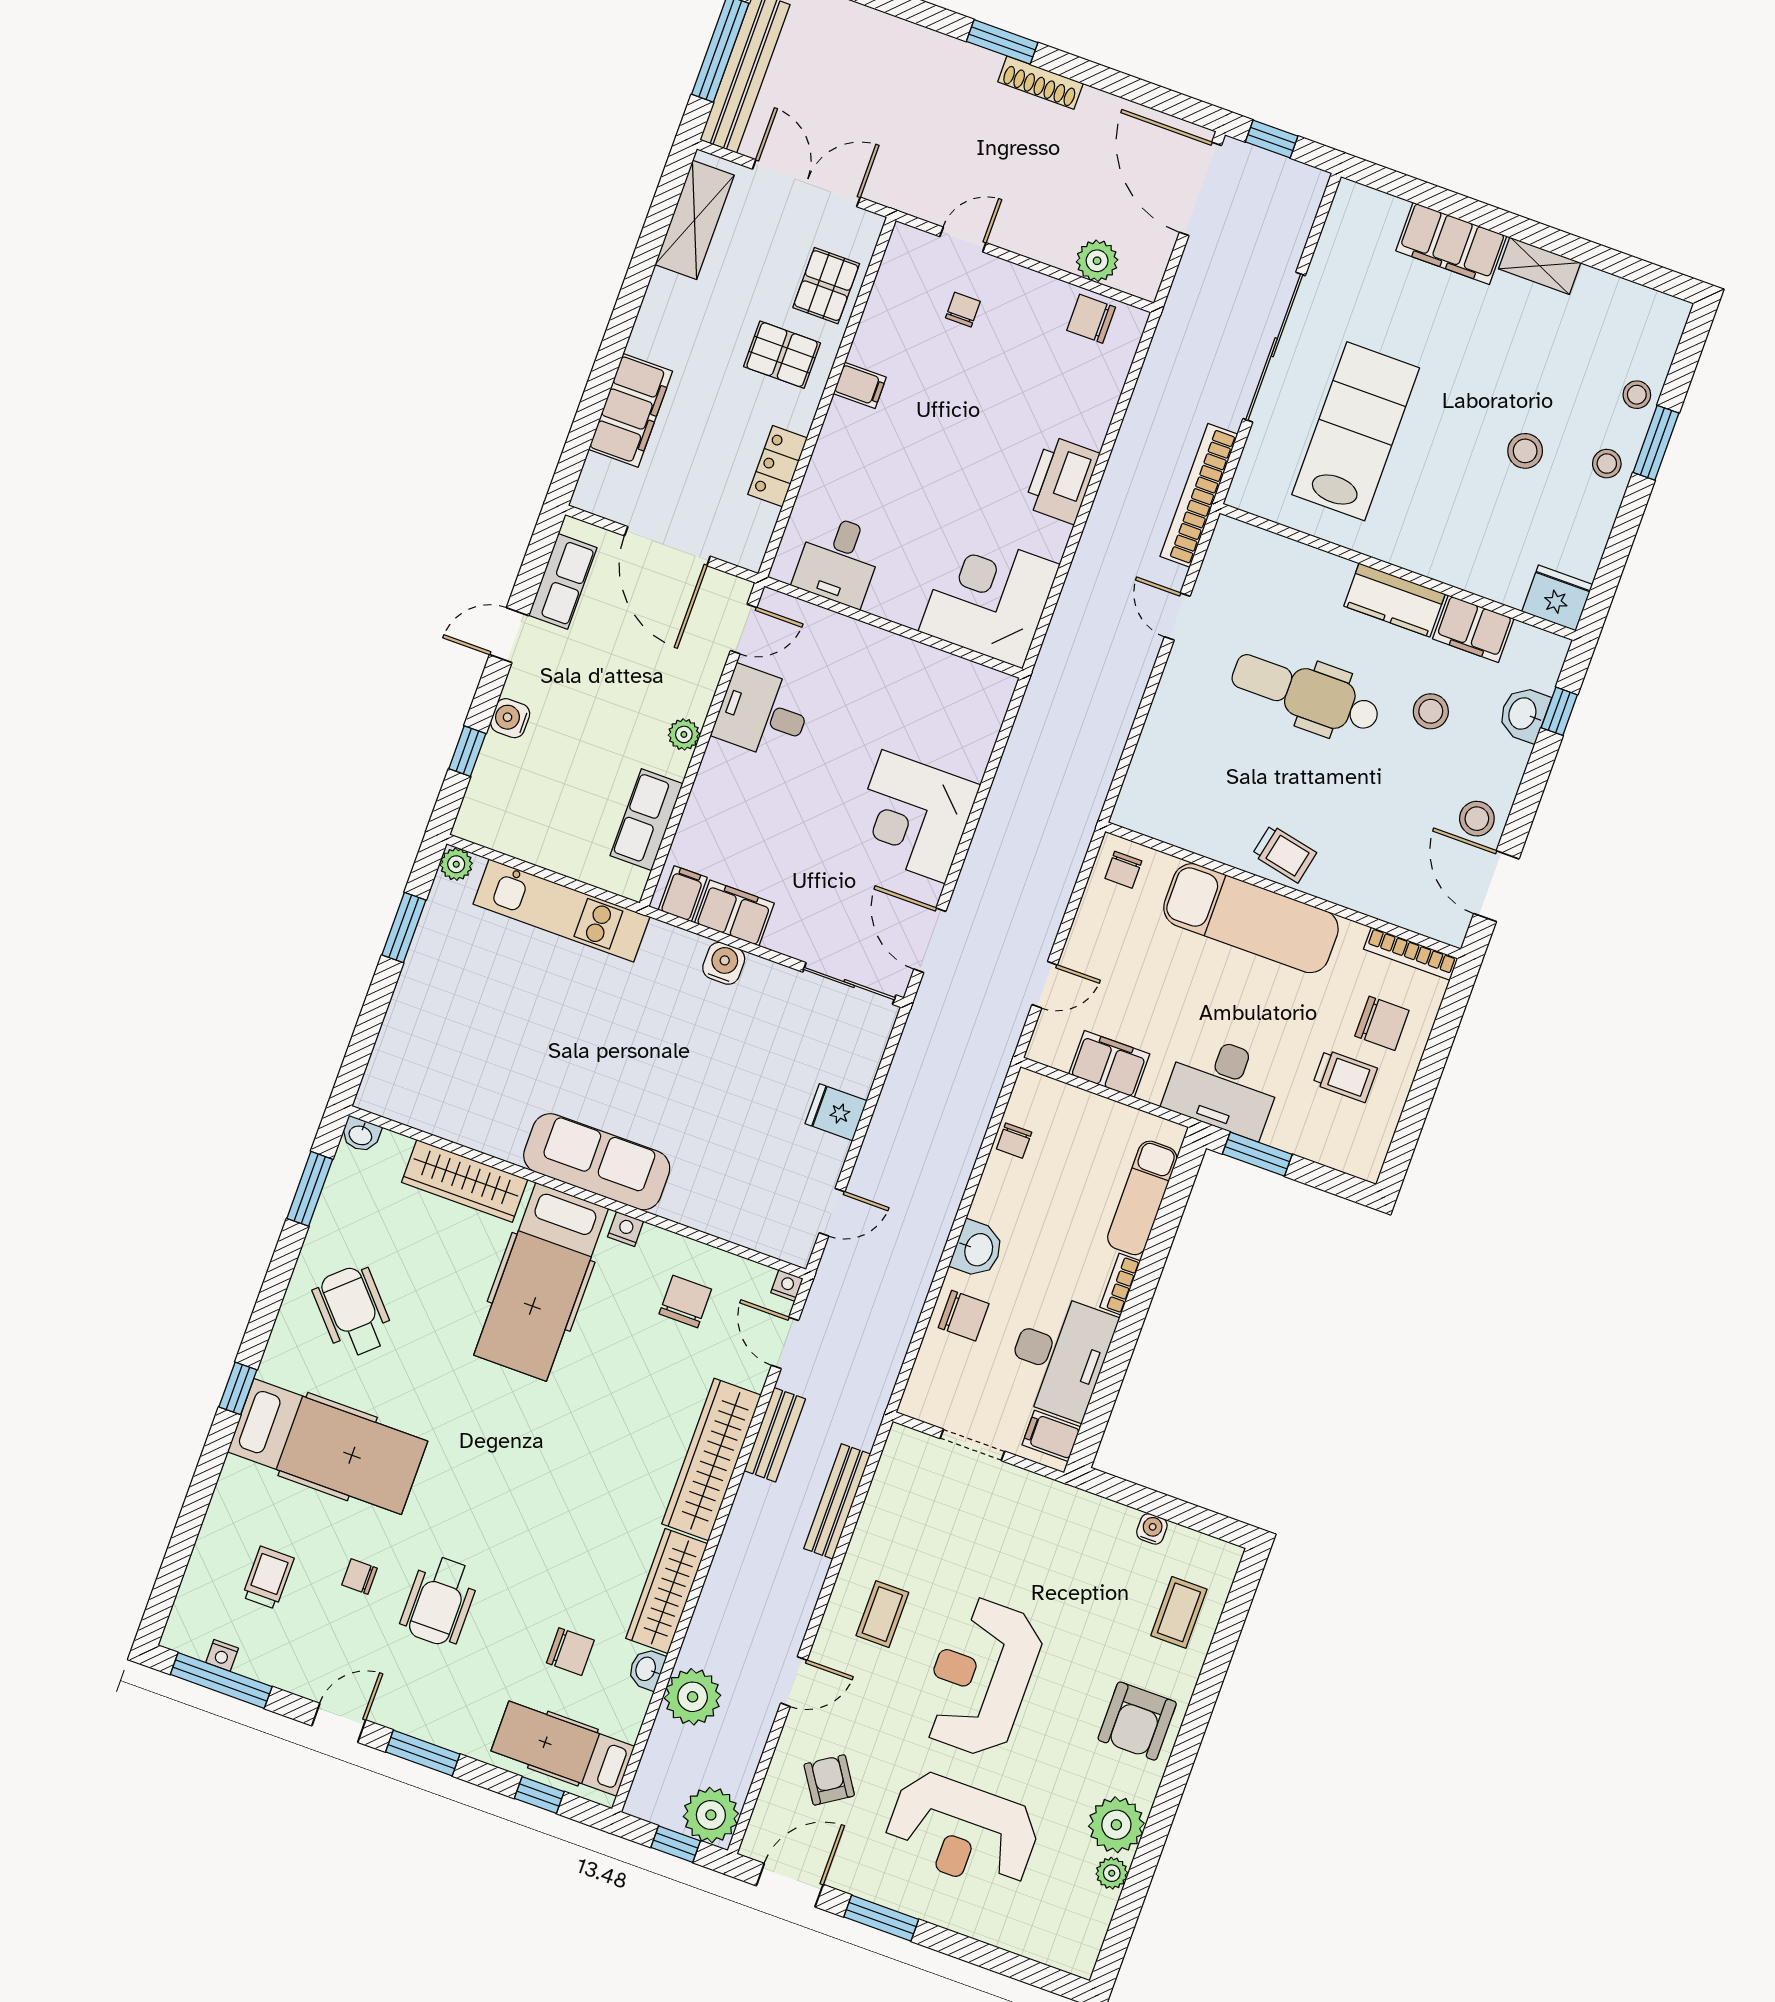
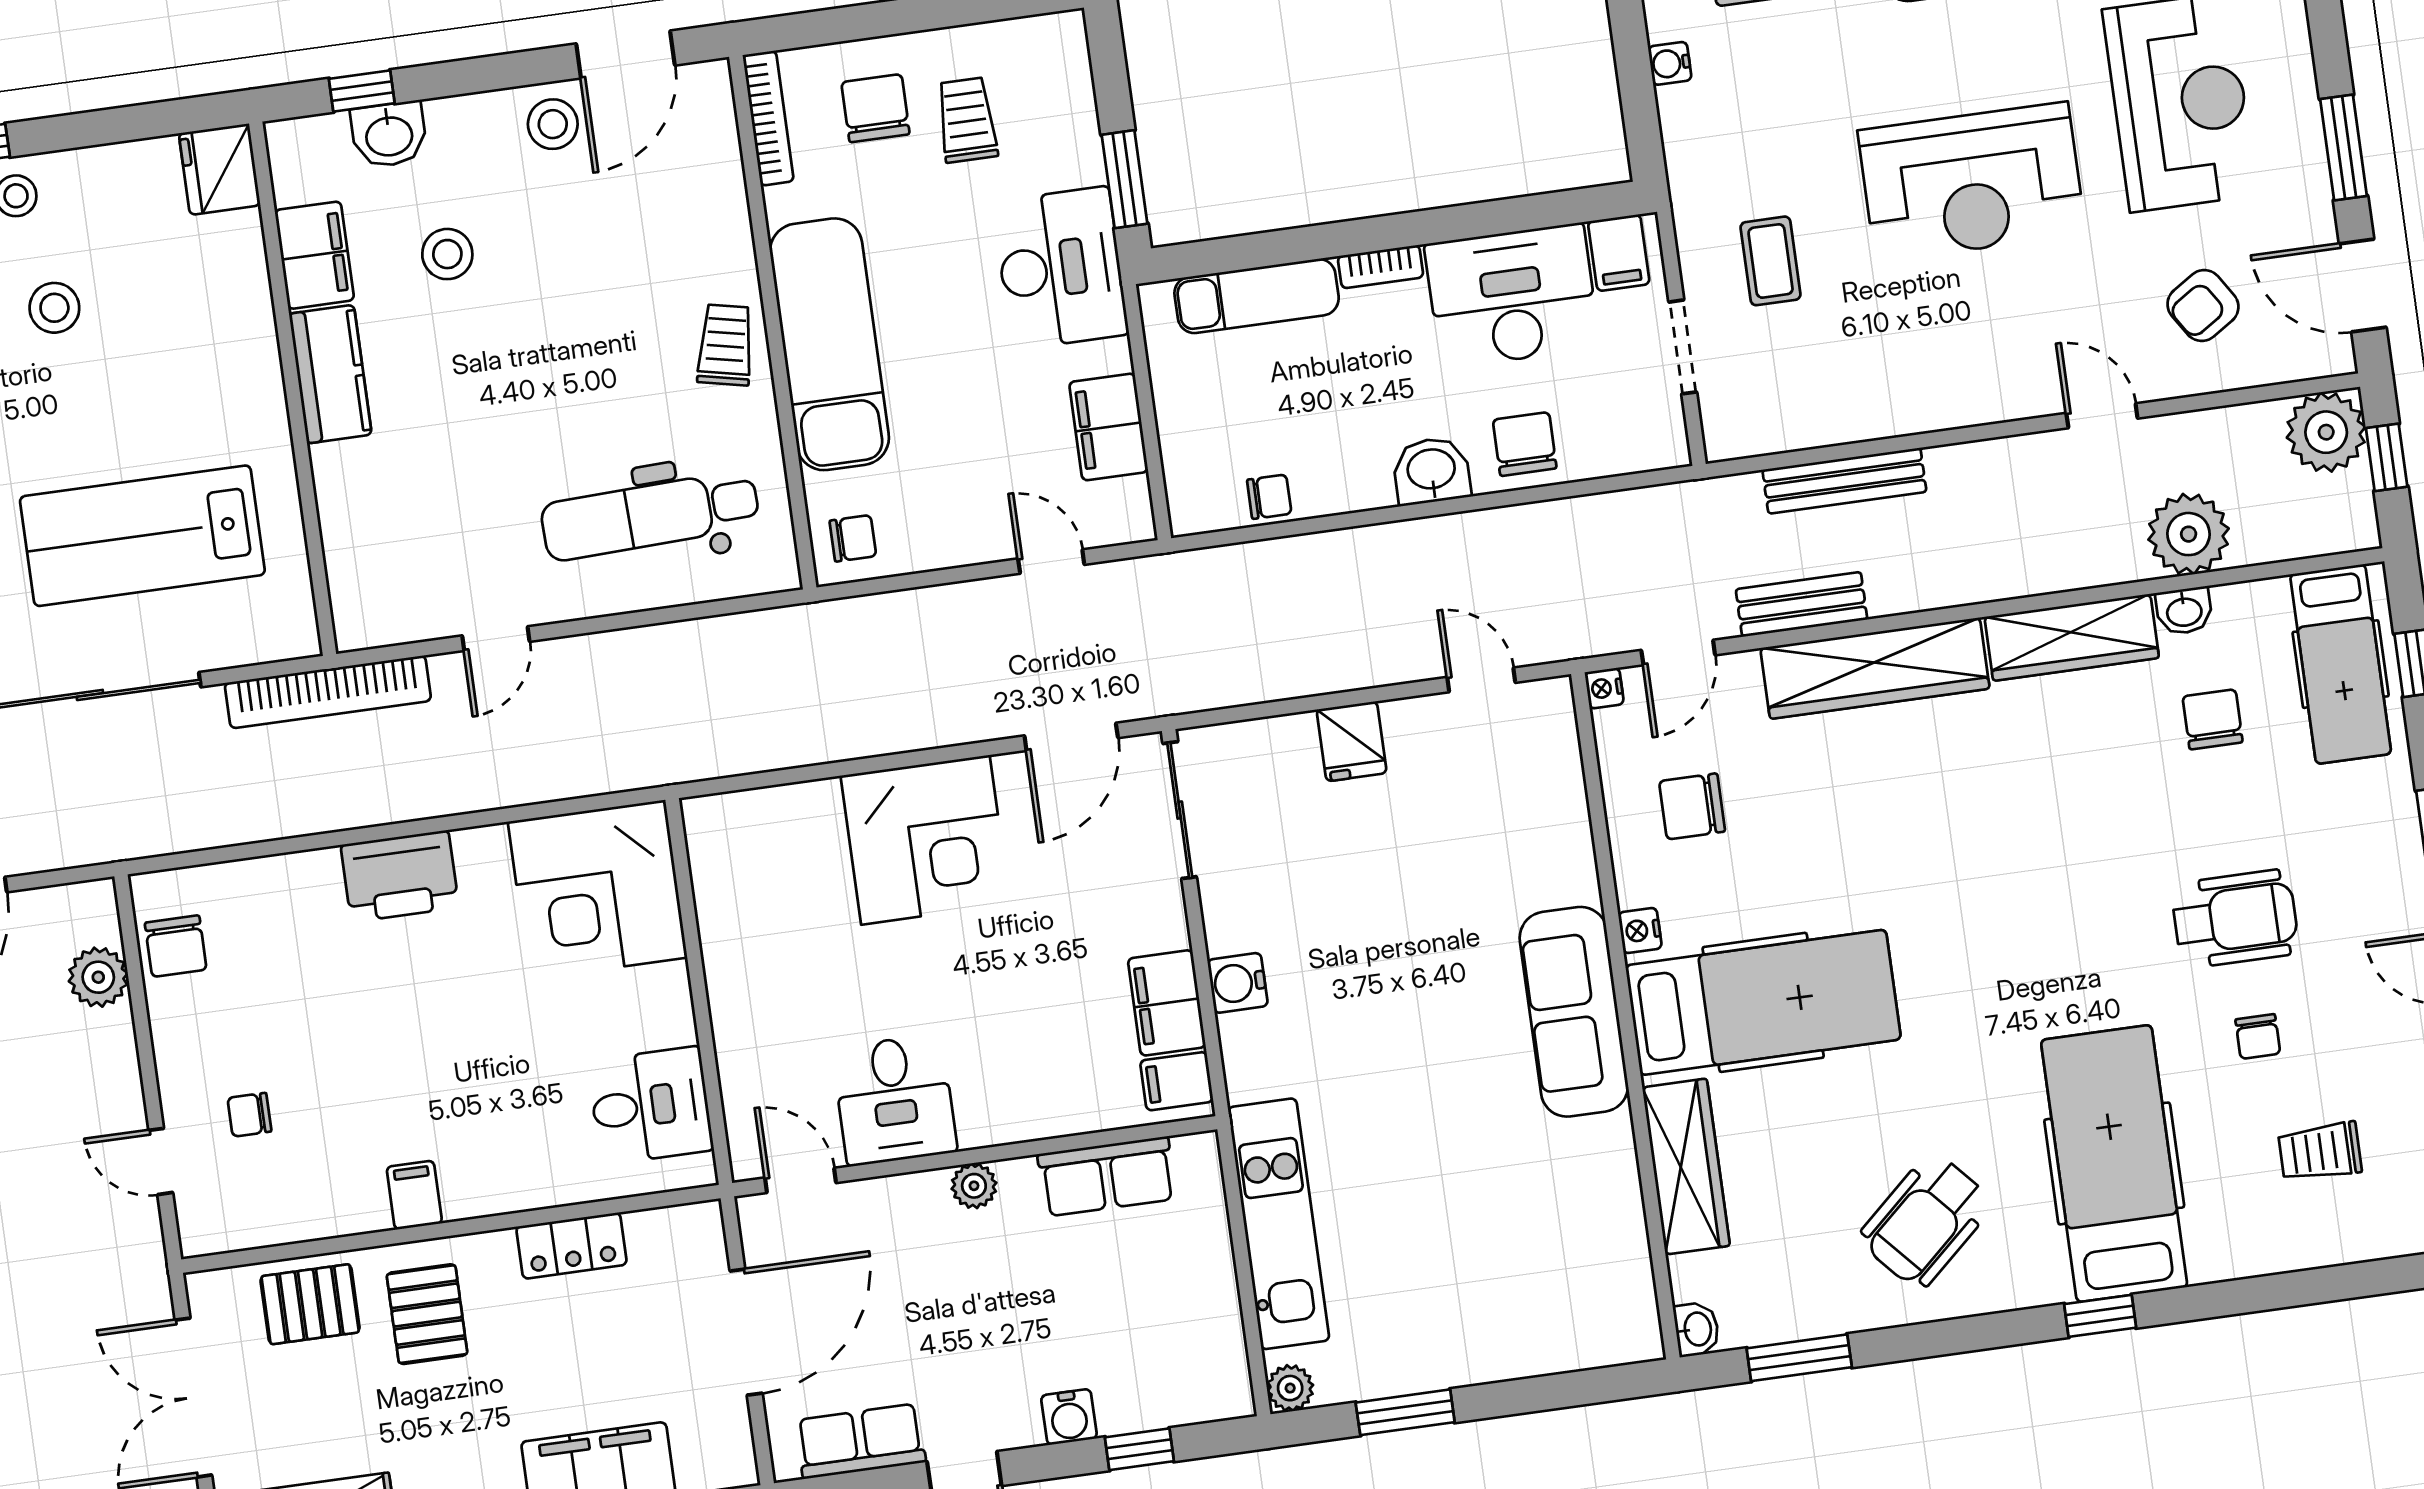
dental chair: (1306, 693) -> (650, 515), moved, turned 88
coffee table: (882, 1614) -> (1771, 261), moved, turned 90

